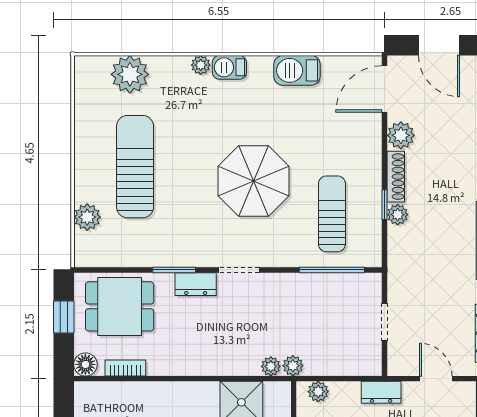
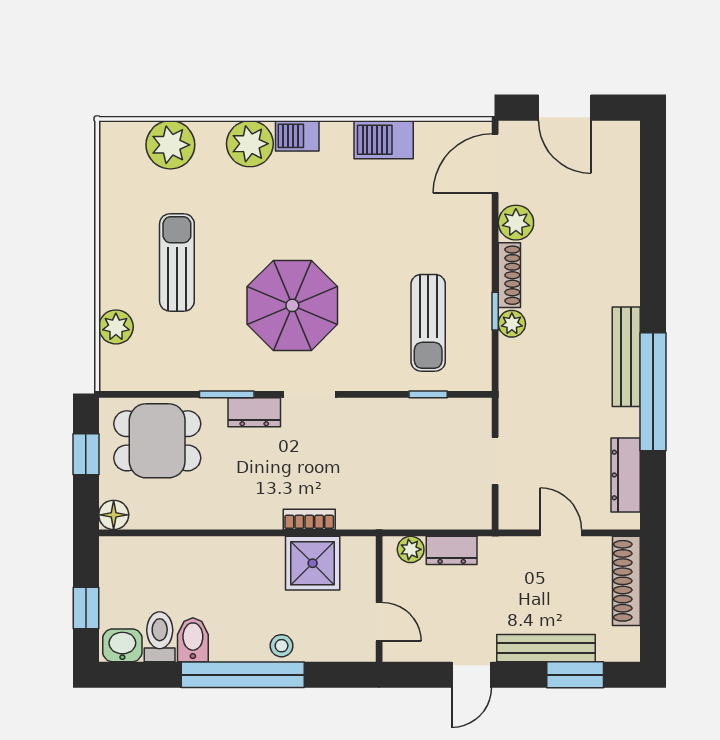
plant: (201, 65) -> (250, 144), width x1.88, depth x1.88
sun lounger: (135, 167) -> (177, 263), width x0.73, depth x0.75
parasol: (254, 181) -> (292, 305), moved
sun lounger: (332, 214) -> (428, 323), turned 180
window: (332, 270) -> (428, 394), width x0.46
plant: (271, 366) -> (350, 517), removed
plant: (293, 366) -> (378, 517), removed
bookcase: (125, 368) -> (309, 519), moved
dresser: (381, 392) -> (452, 550), moved

